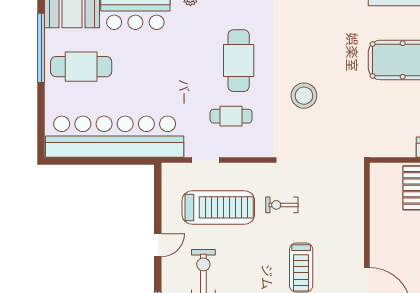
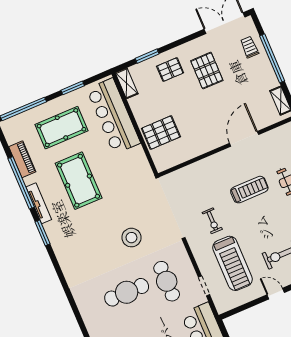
cafe table: (231, 116) -> (167, 281), width x1.37, depth x1.35
treadmill: (218, 207) -> (233, 263), turned 180

